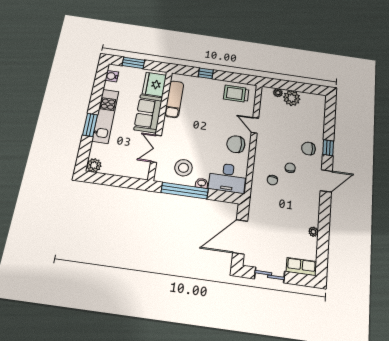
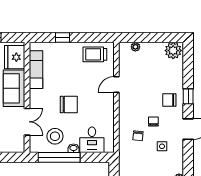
plant: (292, 98) -> (173, 51), moved
door: (255, 125) -> (116, 84), hinge flipped
chair: (236, 144) -> (69, 105), moved, turned 180
double door: (156, 149) -> (27, 122), swing flipped
desk: (227, 178) -> (92, 140), width x0.73
side table: (297, 195) -> (162, 146), added

